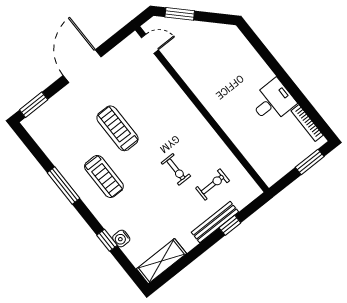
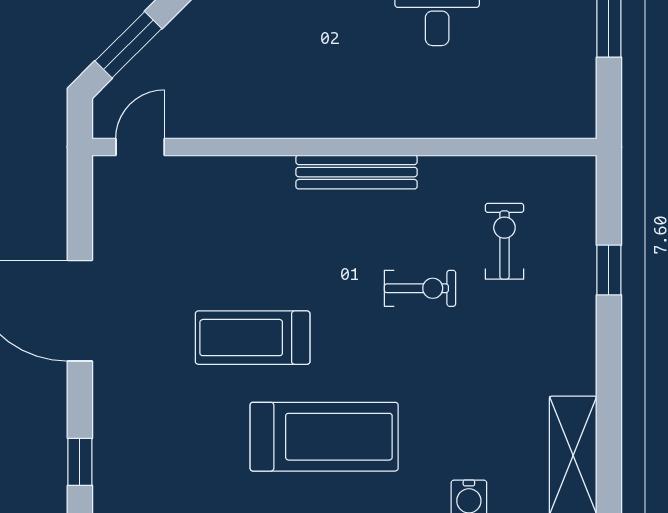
window: (34, 105) -> (80, 462), width x0.67
treadmill: (104, 176) -> (324, 437), width x1.37, depth x1.38
bench: (215, 222) -> (357, 172), moved, turned 90

